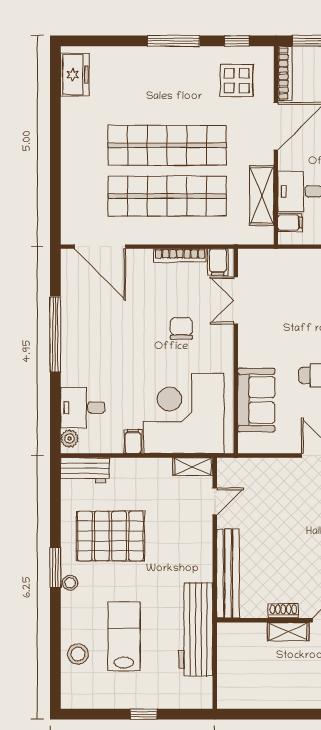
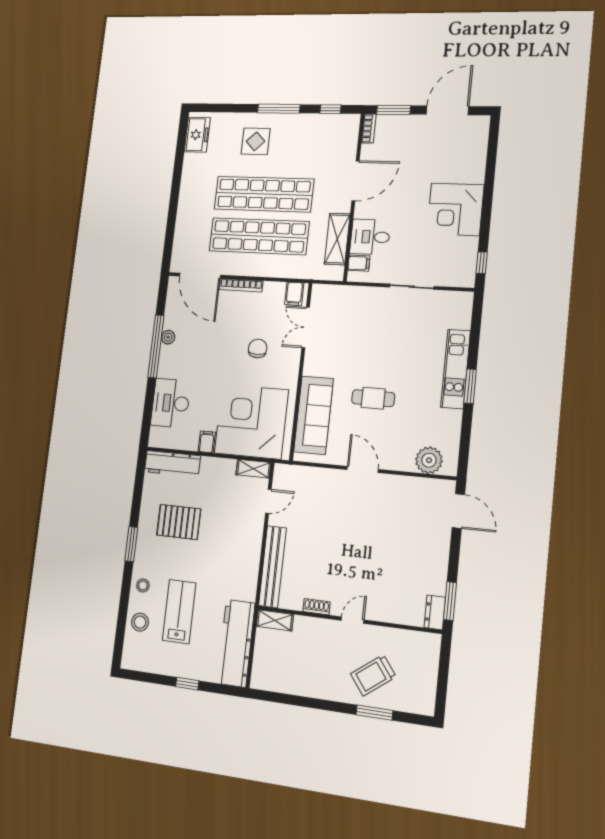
bookcase: (285, 73) -> (369, 129), width x0.64
display table: (237, 81) -> (256, 141), moved
bookcase: (180, 255) -> (241, 285), moved
sofa: (256, 400) -> (314, 415), width x1.36
desk: (83, 408) -> (171, 403), width x1.37
plant: (69, 439) -> (168, 337), moved
workbench: (85, 470) -> (172, 464), width x1.38
pallet: (110, 536) -> (179, 522), width x0.73, depth x0.71
stool: (70, 583) -> (143, 585), moved
workbench: (196, 629) -> (236, 643), moved
shelving: (288, 632) -> (275, 620), moved

